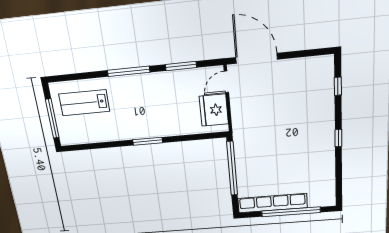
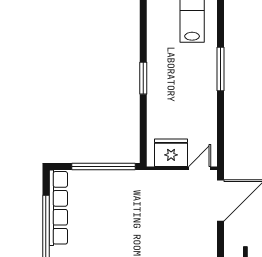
window: (181, 66) -> (220, 124), removed
door: (226, 82) -> (200, 168), hinge flipped

